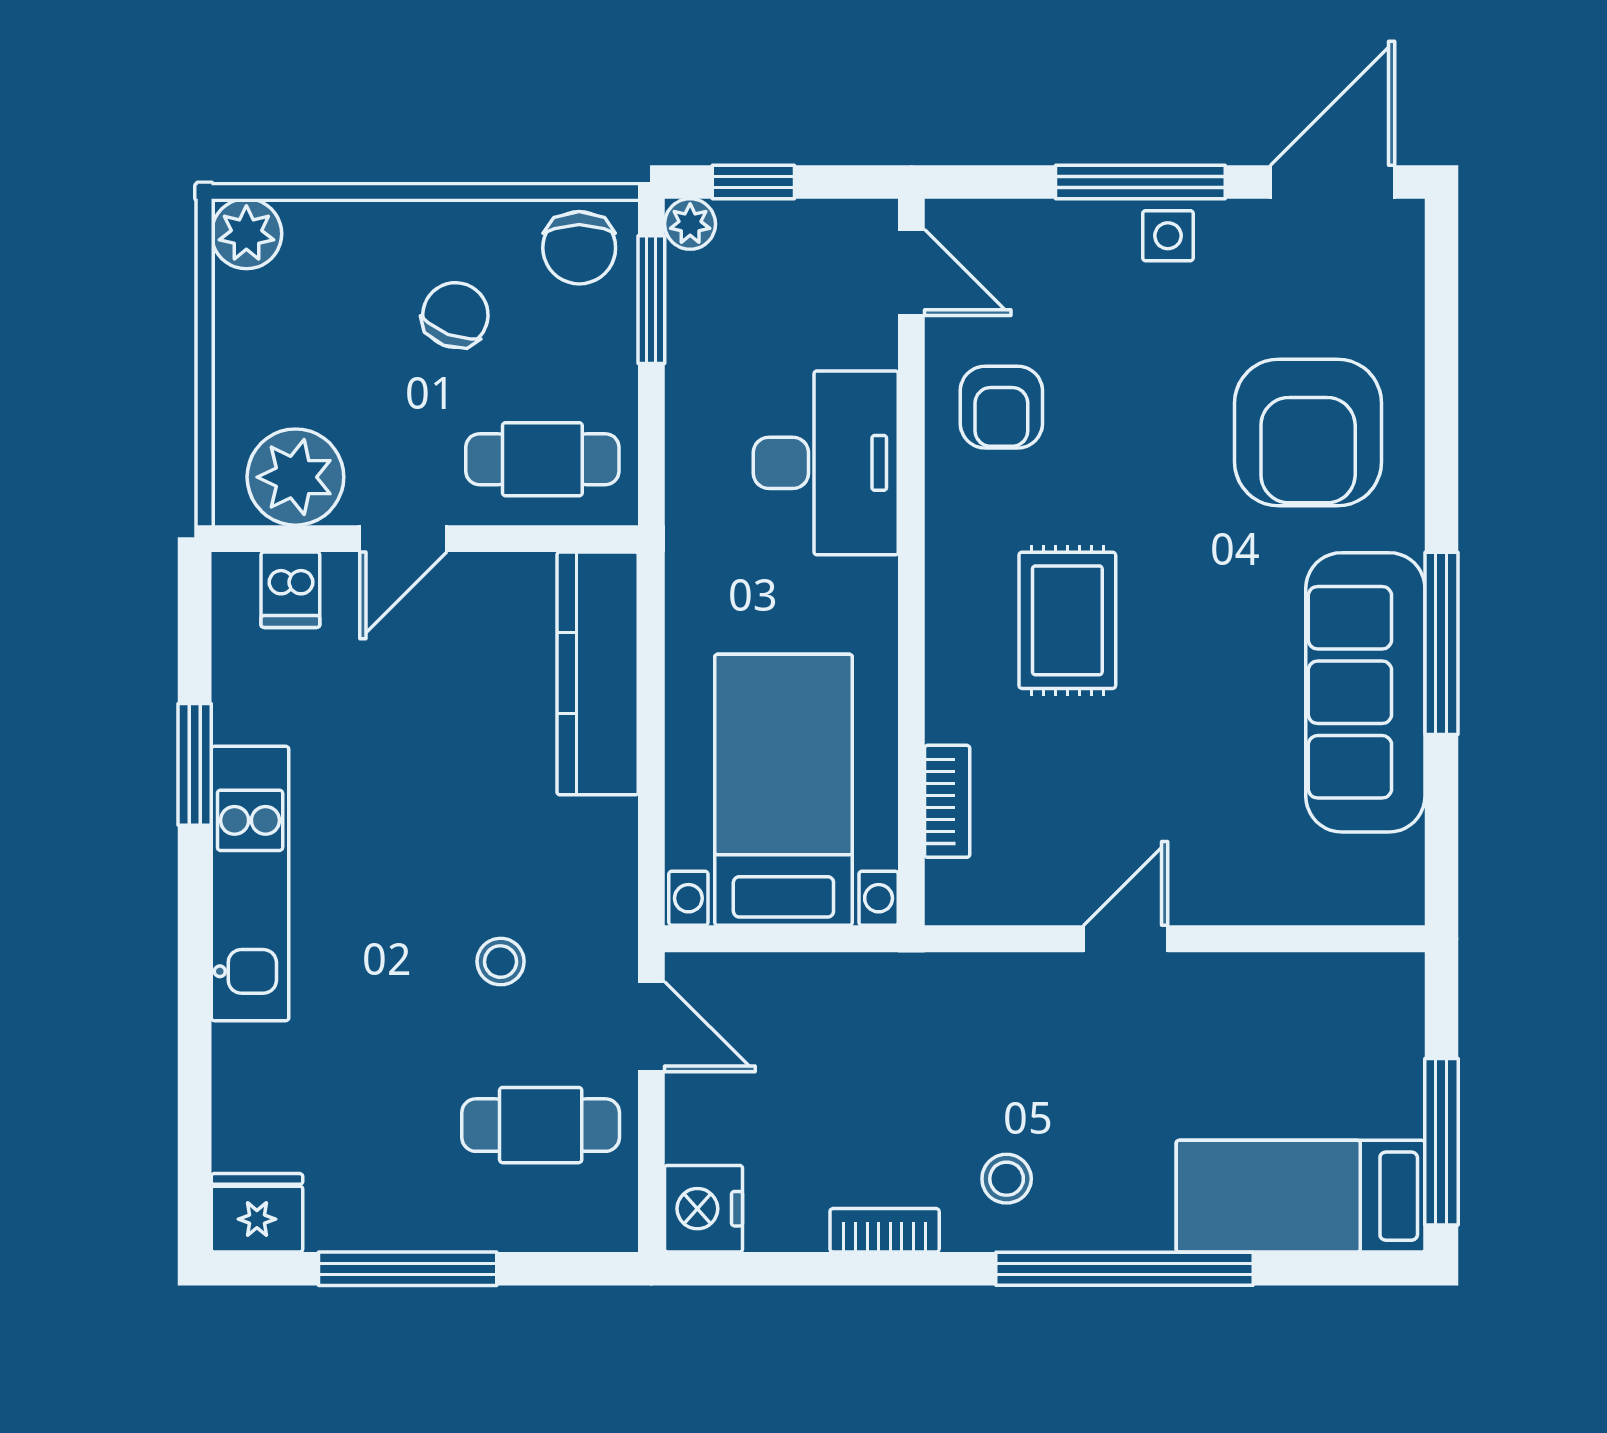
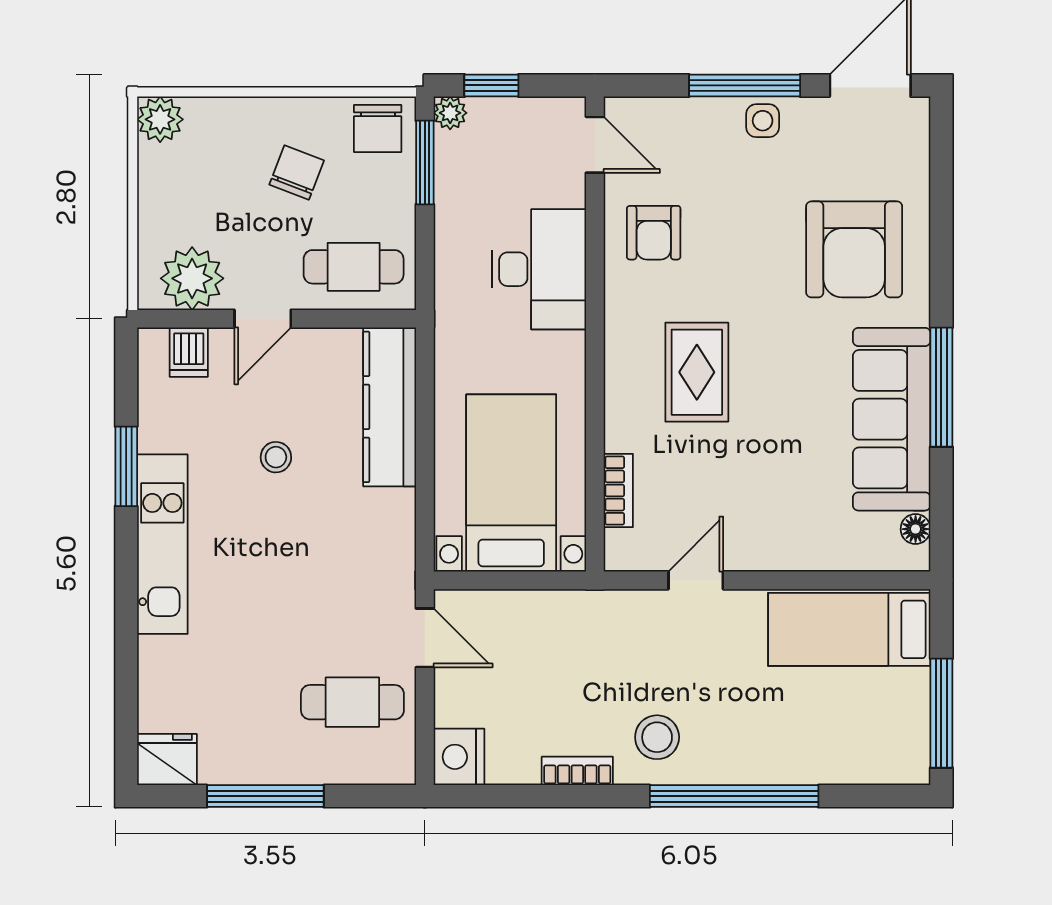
floor lamp: (1402, 860) -> (916, 529), added
door: (1126, 939) -> (696, 580), moved
stool: (501, 962) -> (276, 457), moved
stool: (1007, 1179) -> (657, 737), width x1.37, depth x1.37
bed: (1301, 1196) -> (849, 629), moved

